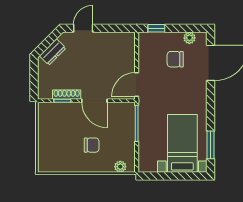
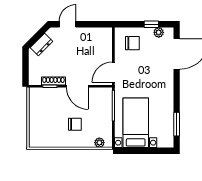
window: (156, 28) -> (151, 24), moved
chair: (175, 59) -> (132, 43), moved, turned 180
bed with nightstands: (182, 143) -> (136, 123), moved

